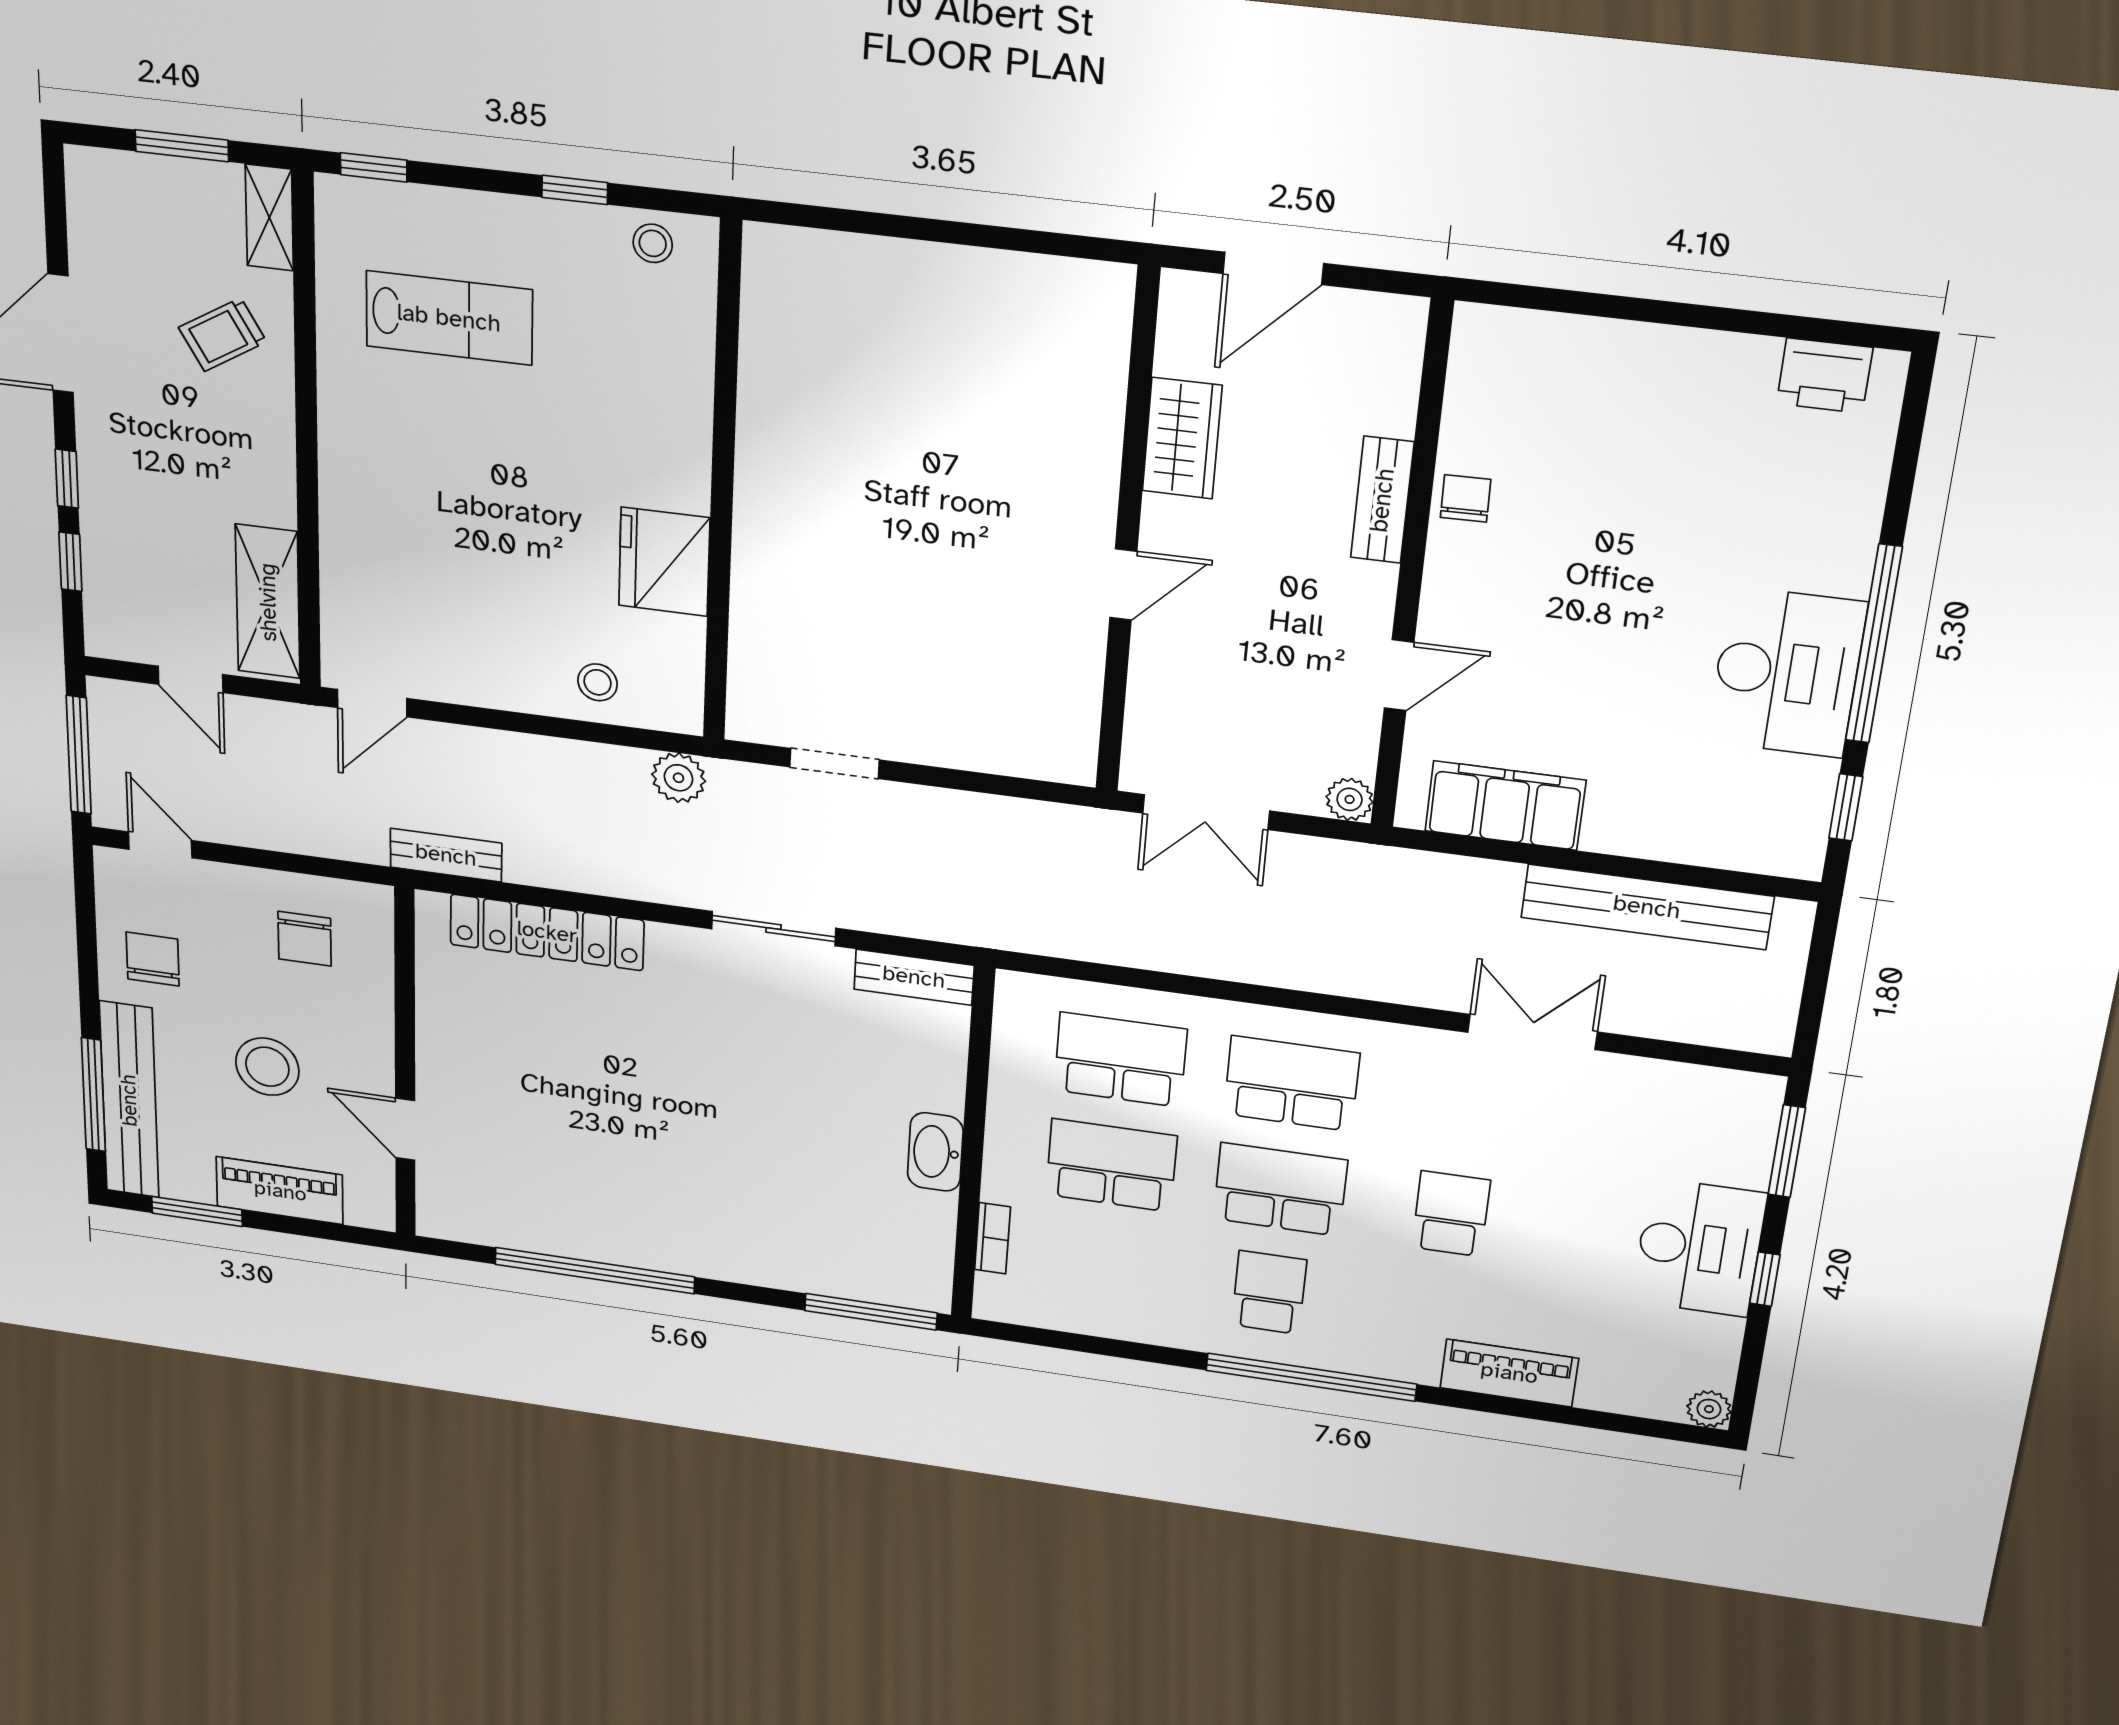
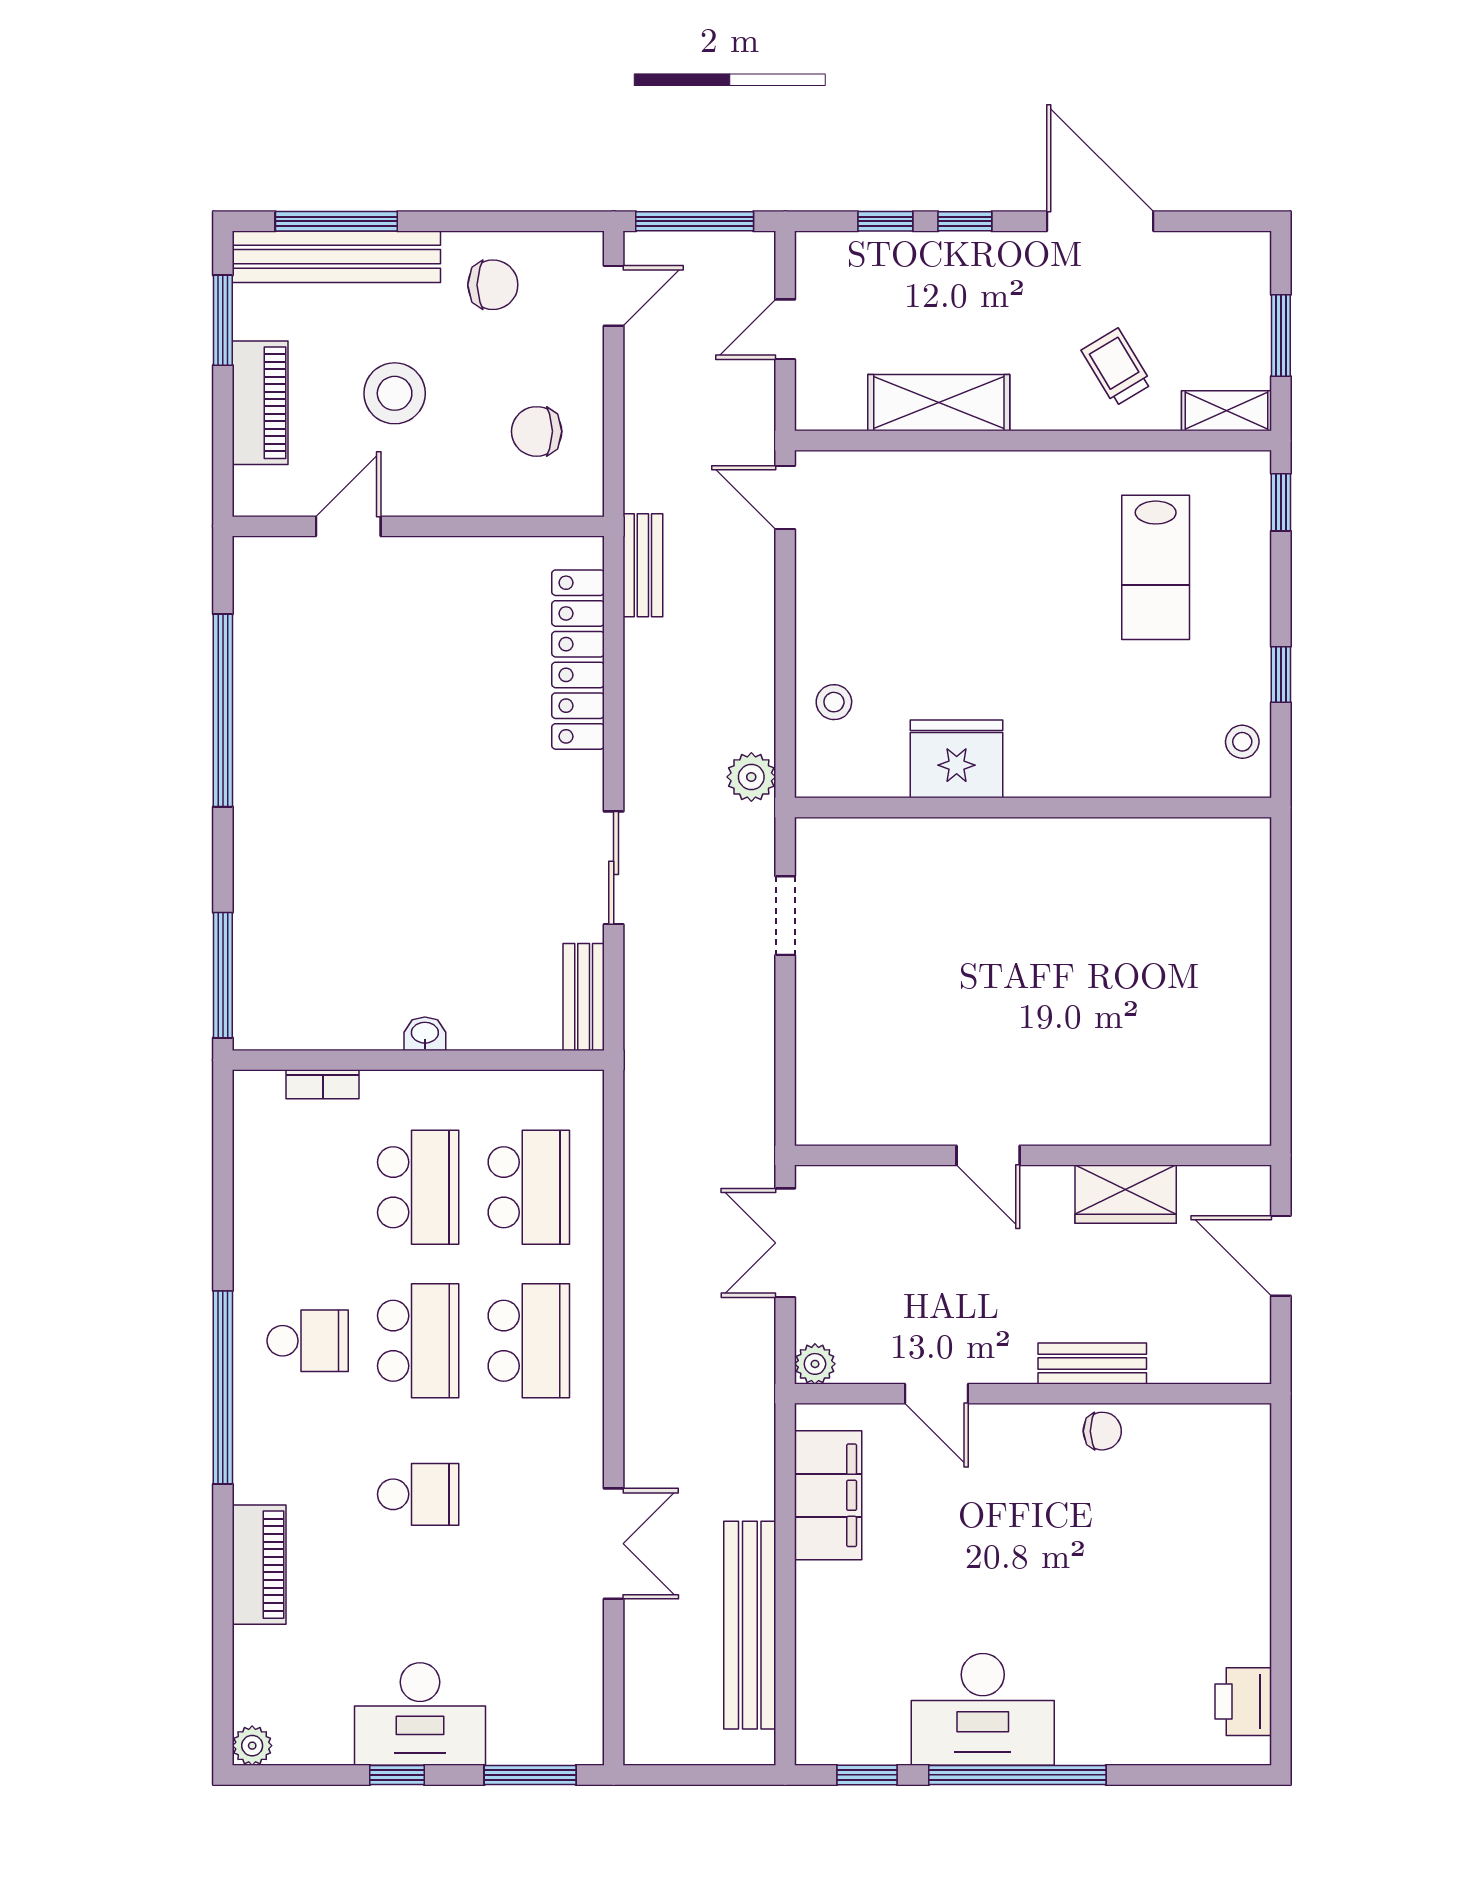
shelving: (268, 602) -> (939, 403), moved
washbasin: (935, 1152) -> (425, 1034), width x0.52, depth x0.69

